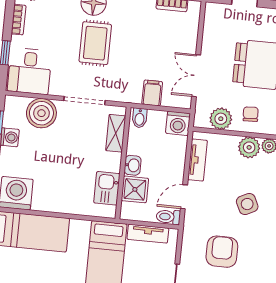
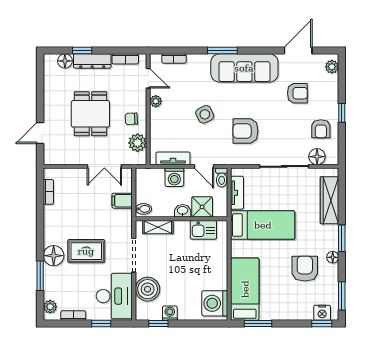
desk: (30, 71) -> (114, 296), width x1.37
washing machine: (178, 123) -> (174, 177), moved, turned 90
plant: (249, 147) -> (159, 117), removed

